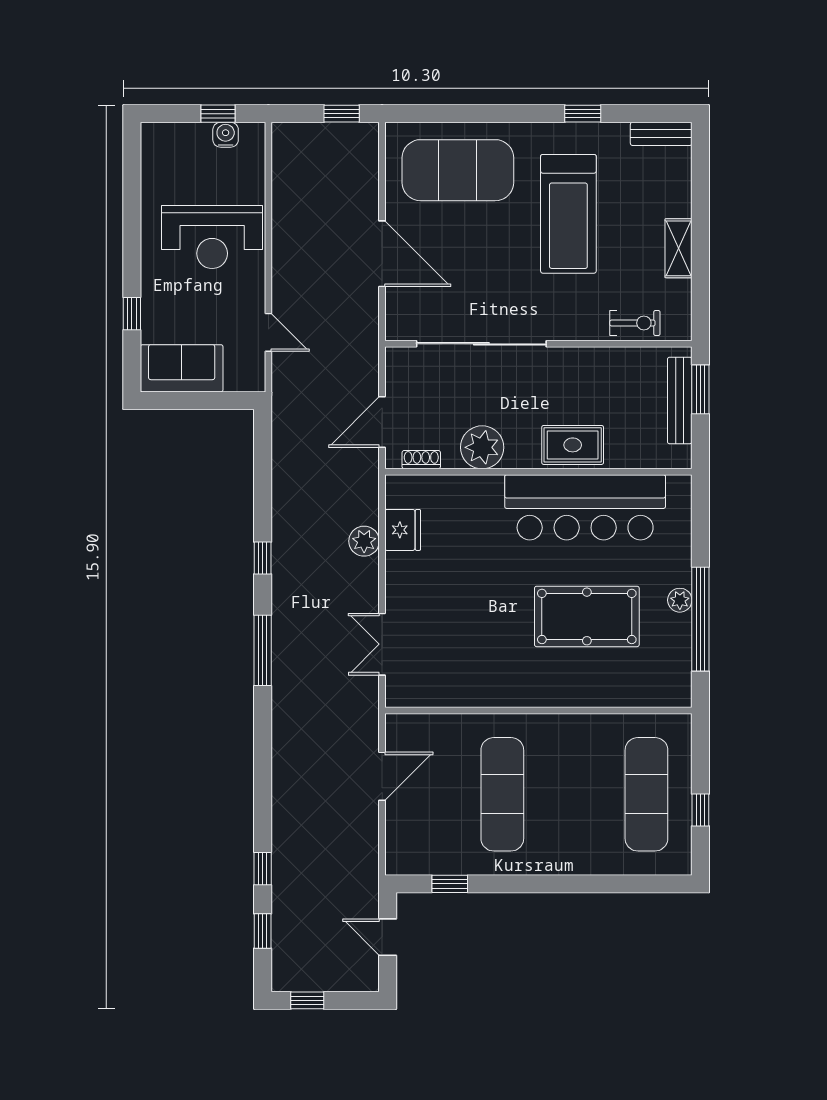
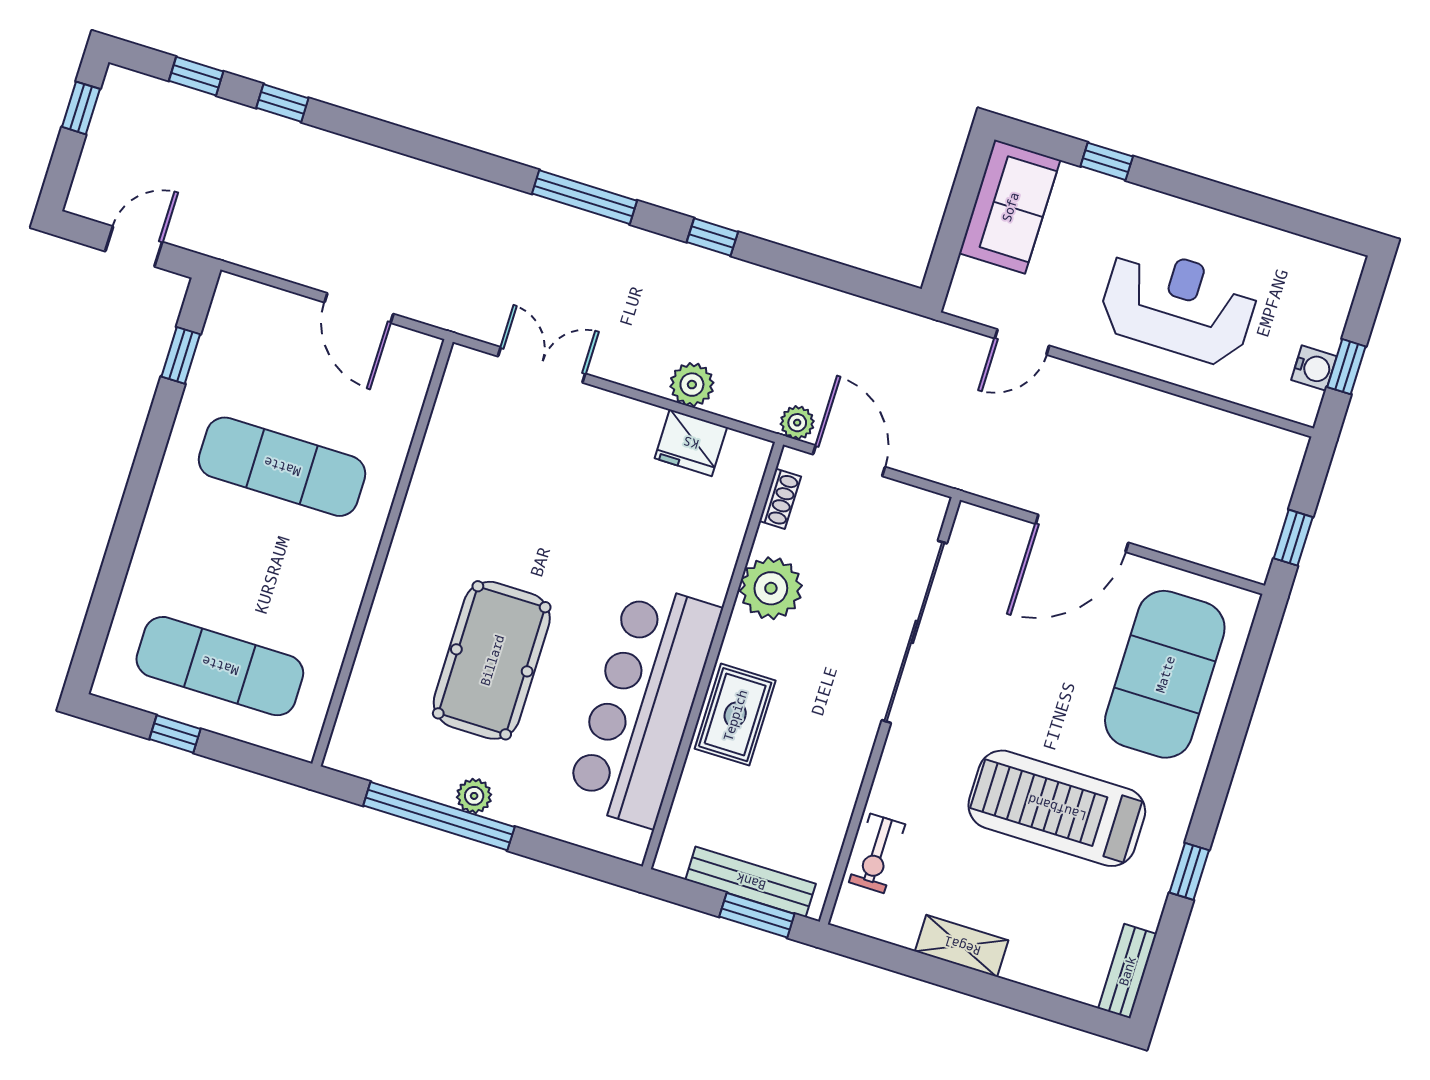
reception desk: (212, 237) -> (1178, 305), turned 90
plant: (368, 464) -> (797, 423), added

